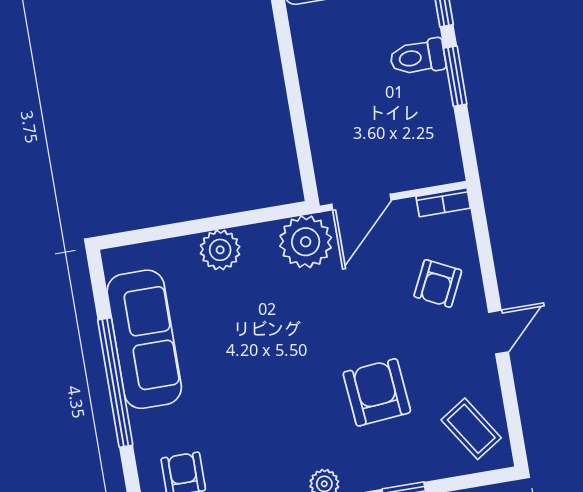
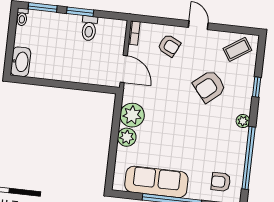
toilet: (418, 57) -> (89, 28), moved
plant: (306, 242) -> (132, 115), moved
armchair: (377, 392) -> (209, 86), turned -35

